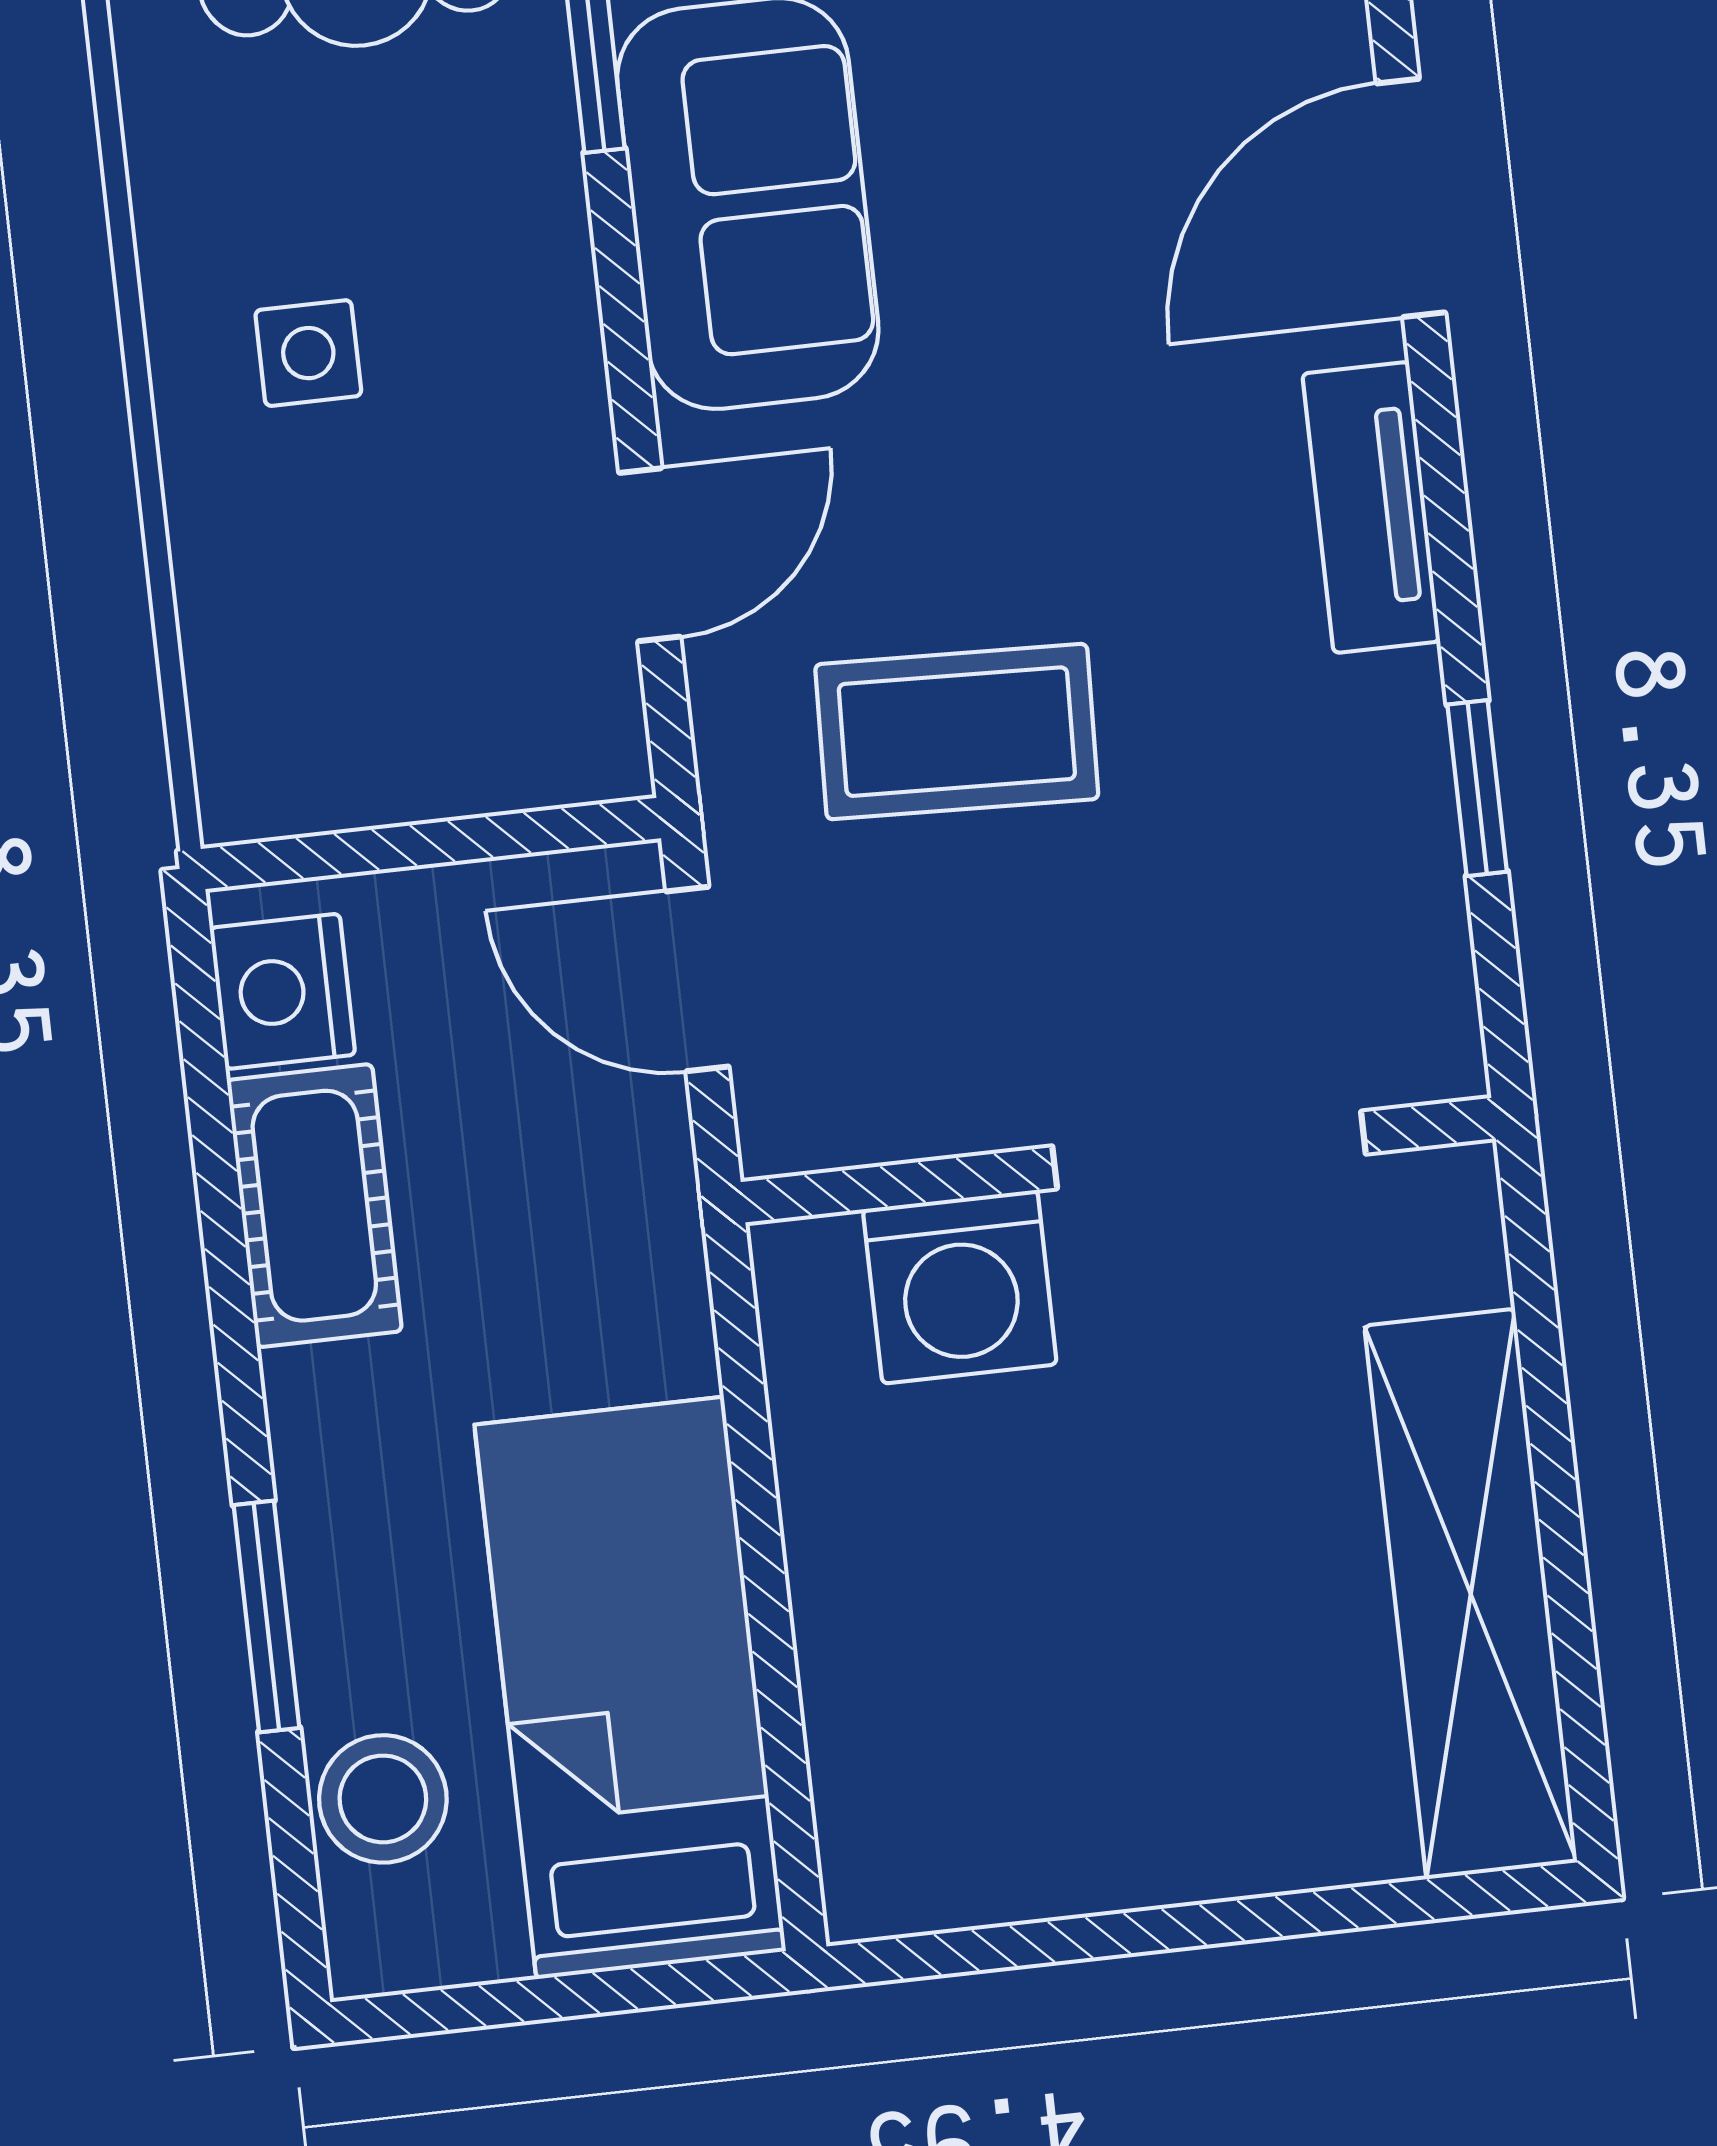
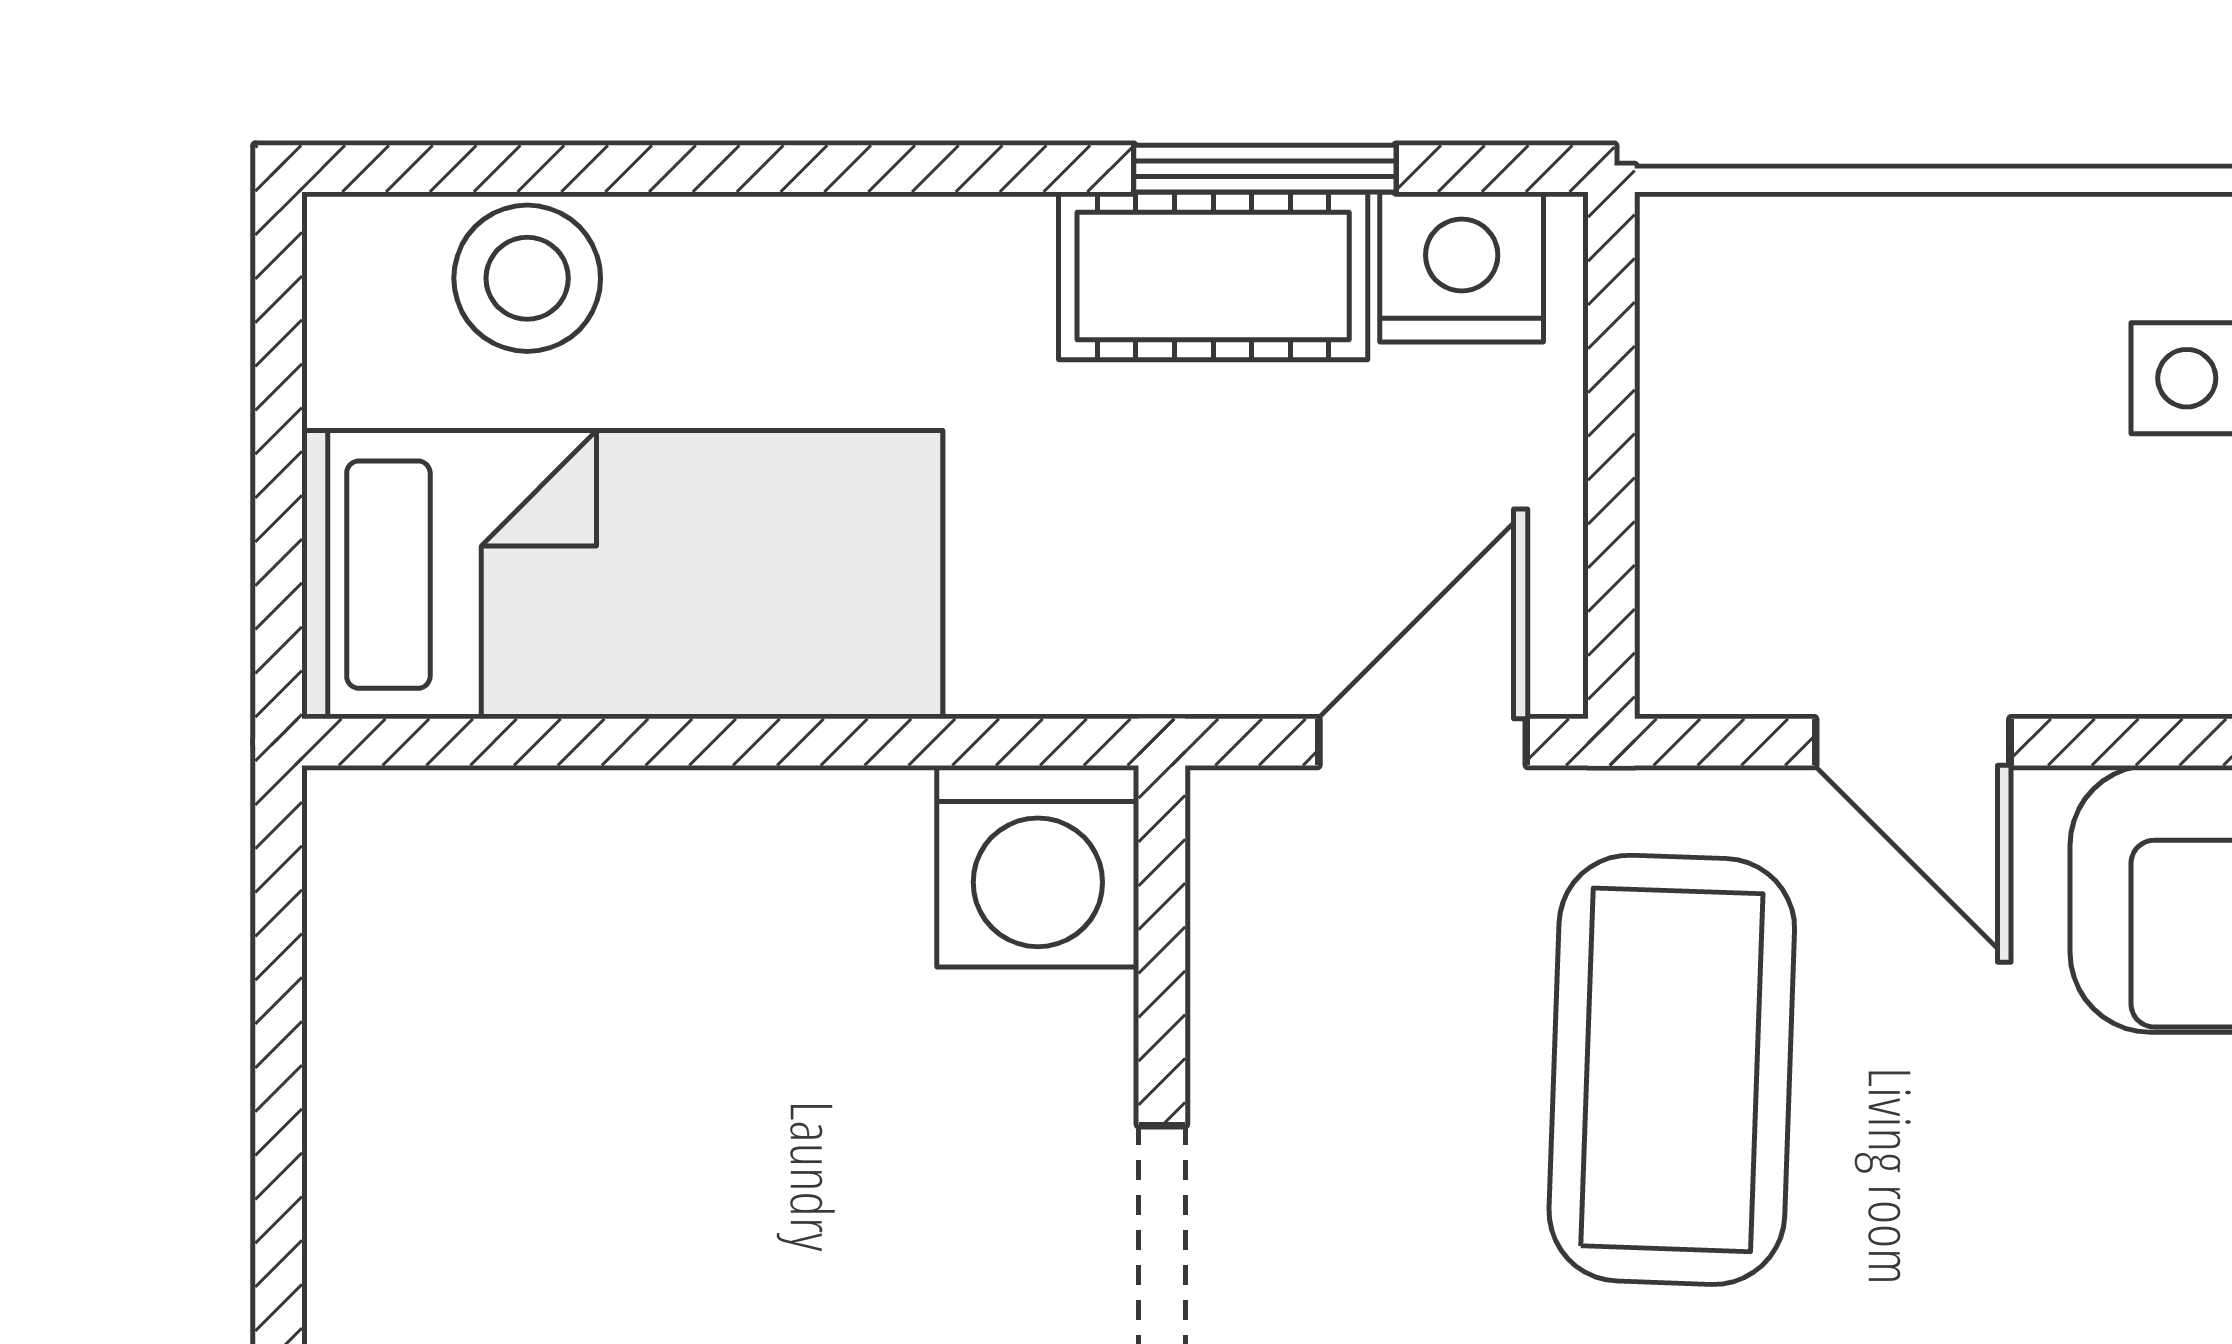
coffee table: (957, 732) -> (1672, 1070), width x1.36, depth x1.32
washing machine: (960, 1287) -> (1038, 866), moved, turned -90
window: (266, 1616) -> (1265, 169), moved

